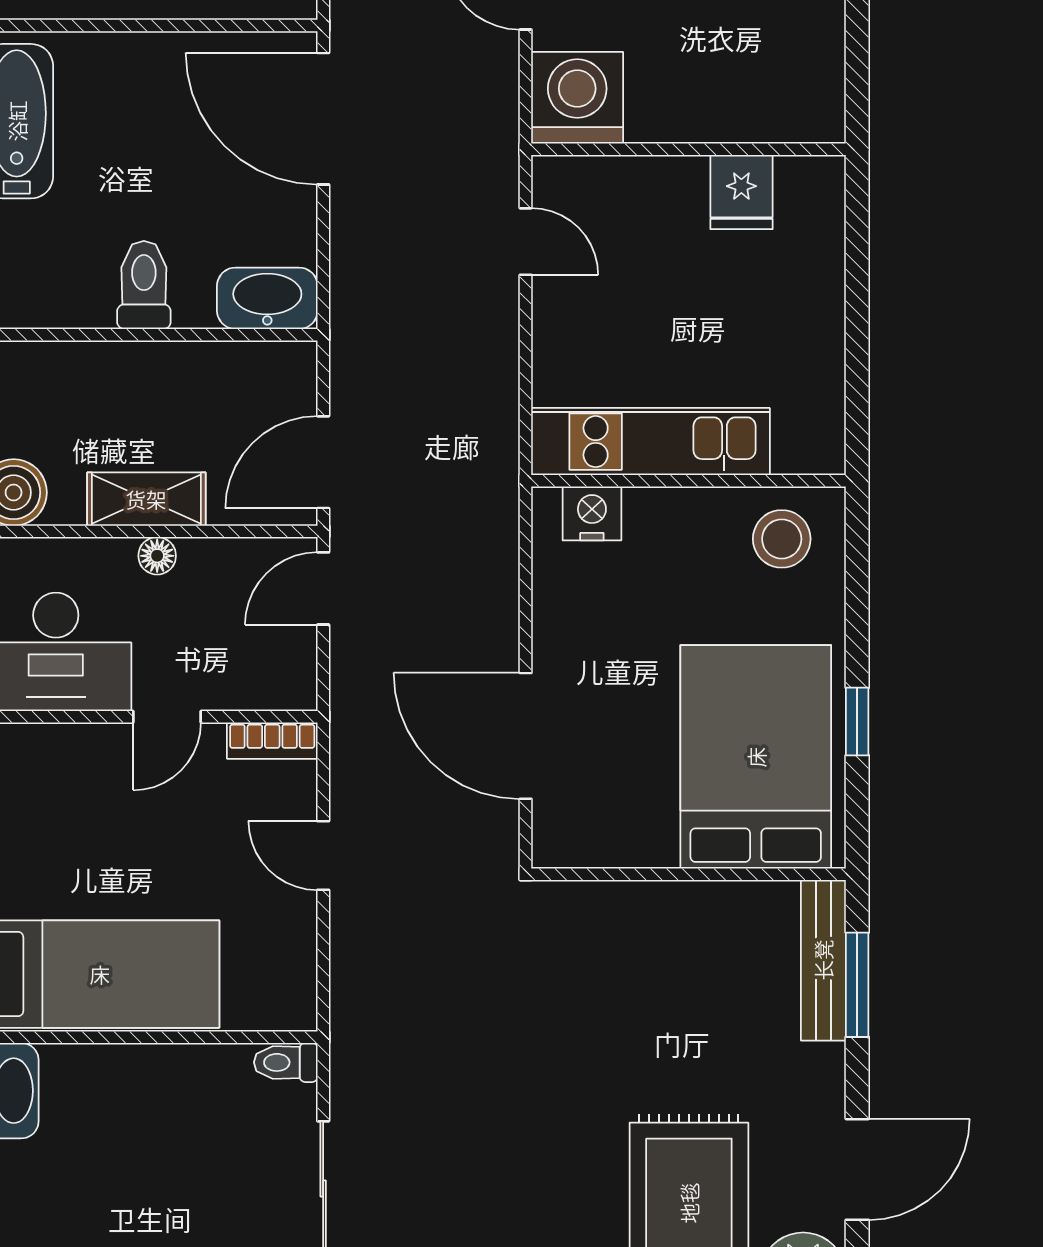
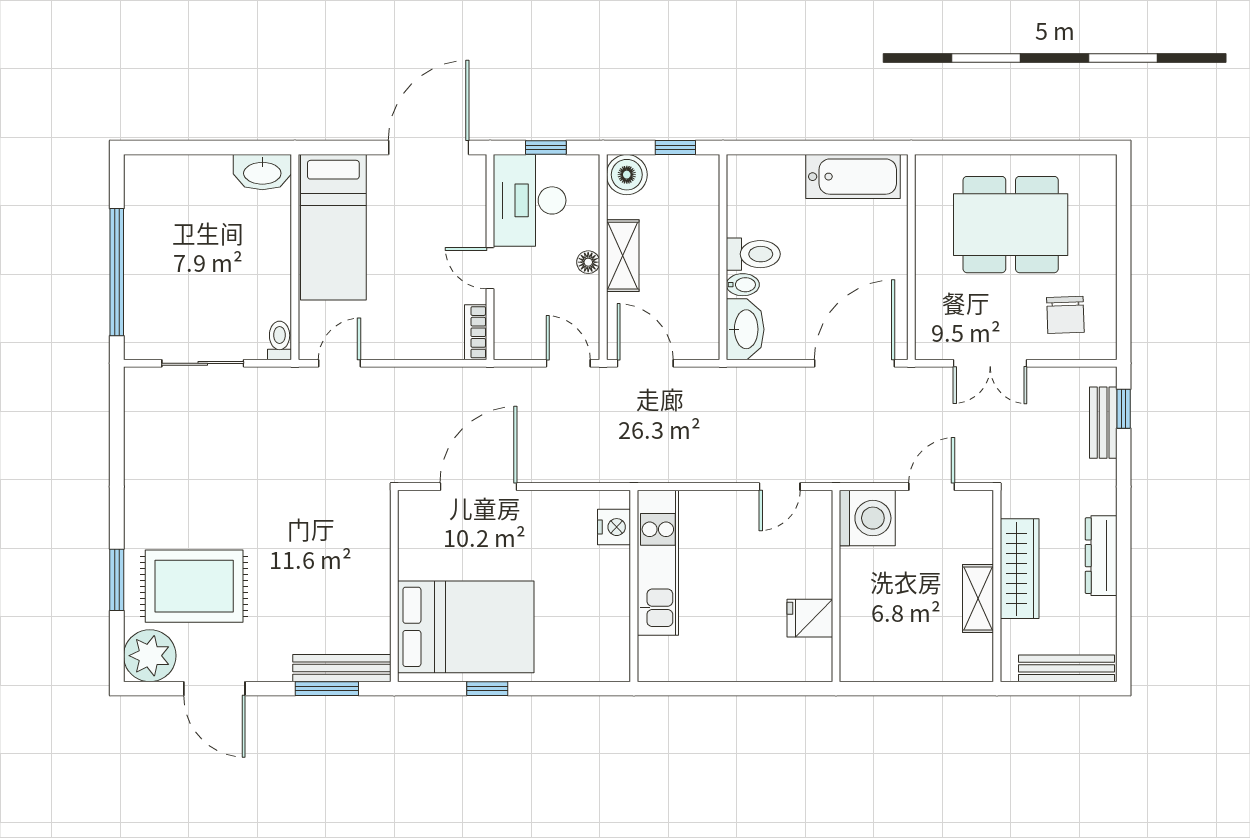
bidet: (194, 302) -> (743, 285), added
stool: (782, 539) -> (598, 643), removed
door: (323, 856) -> (339, 363), moved

